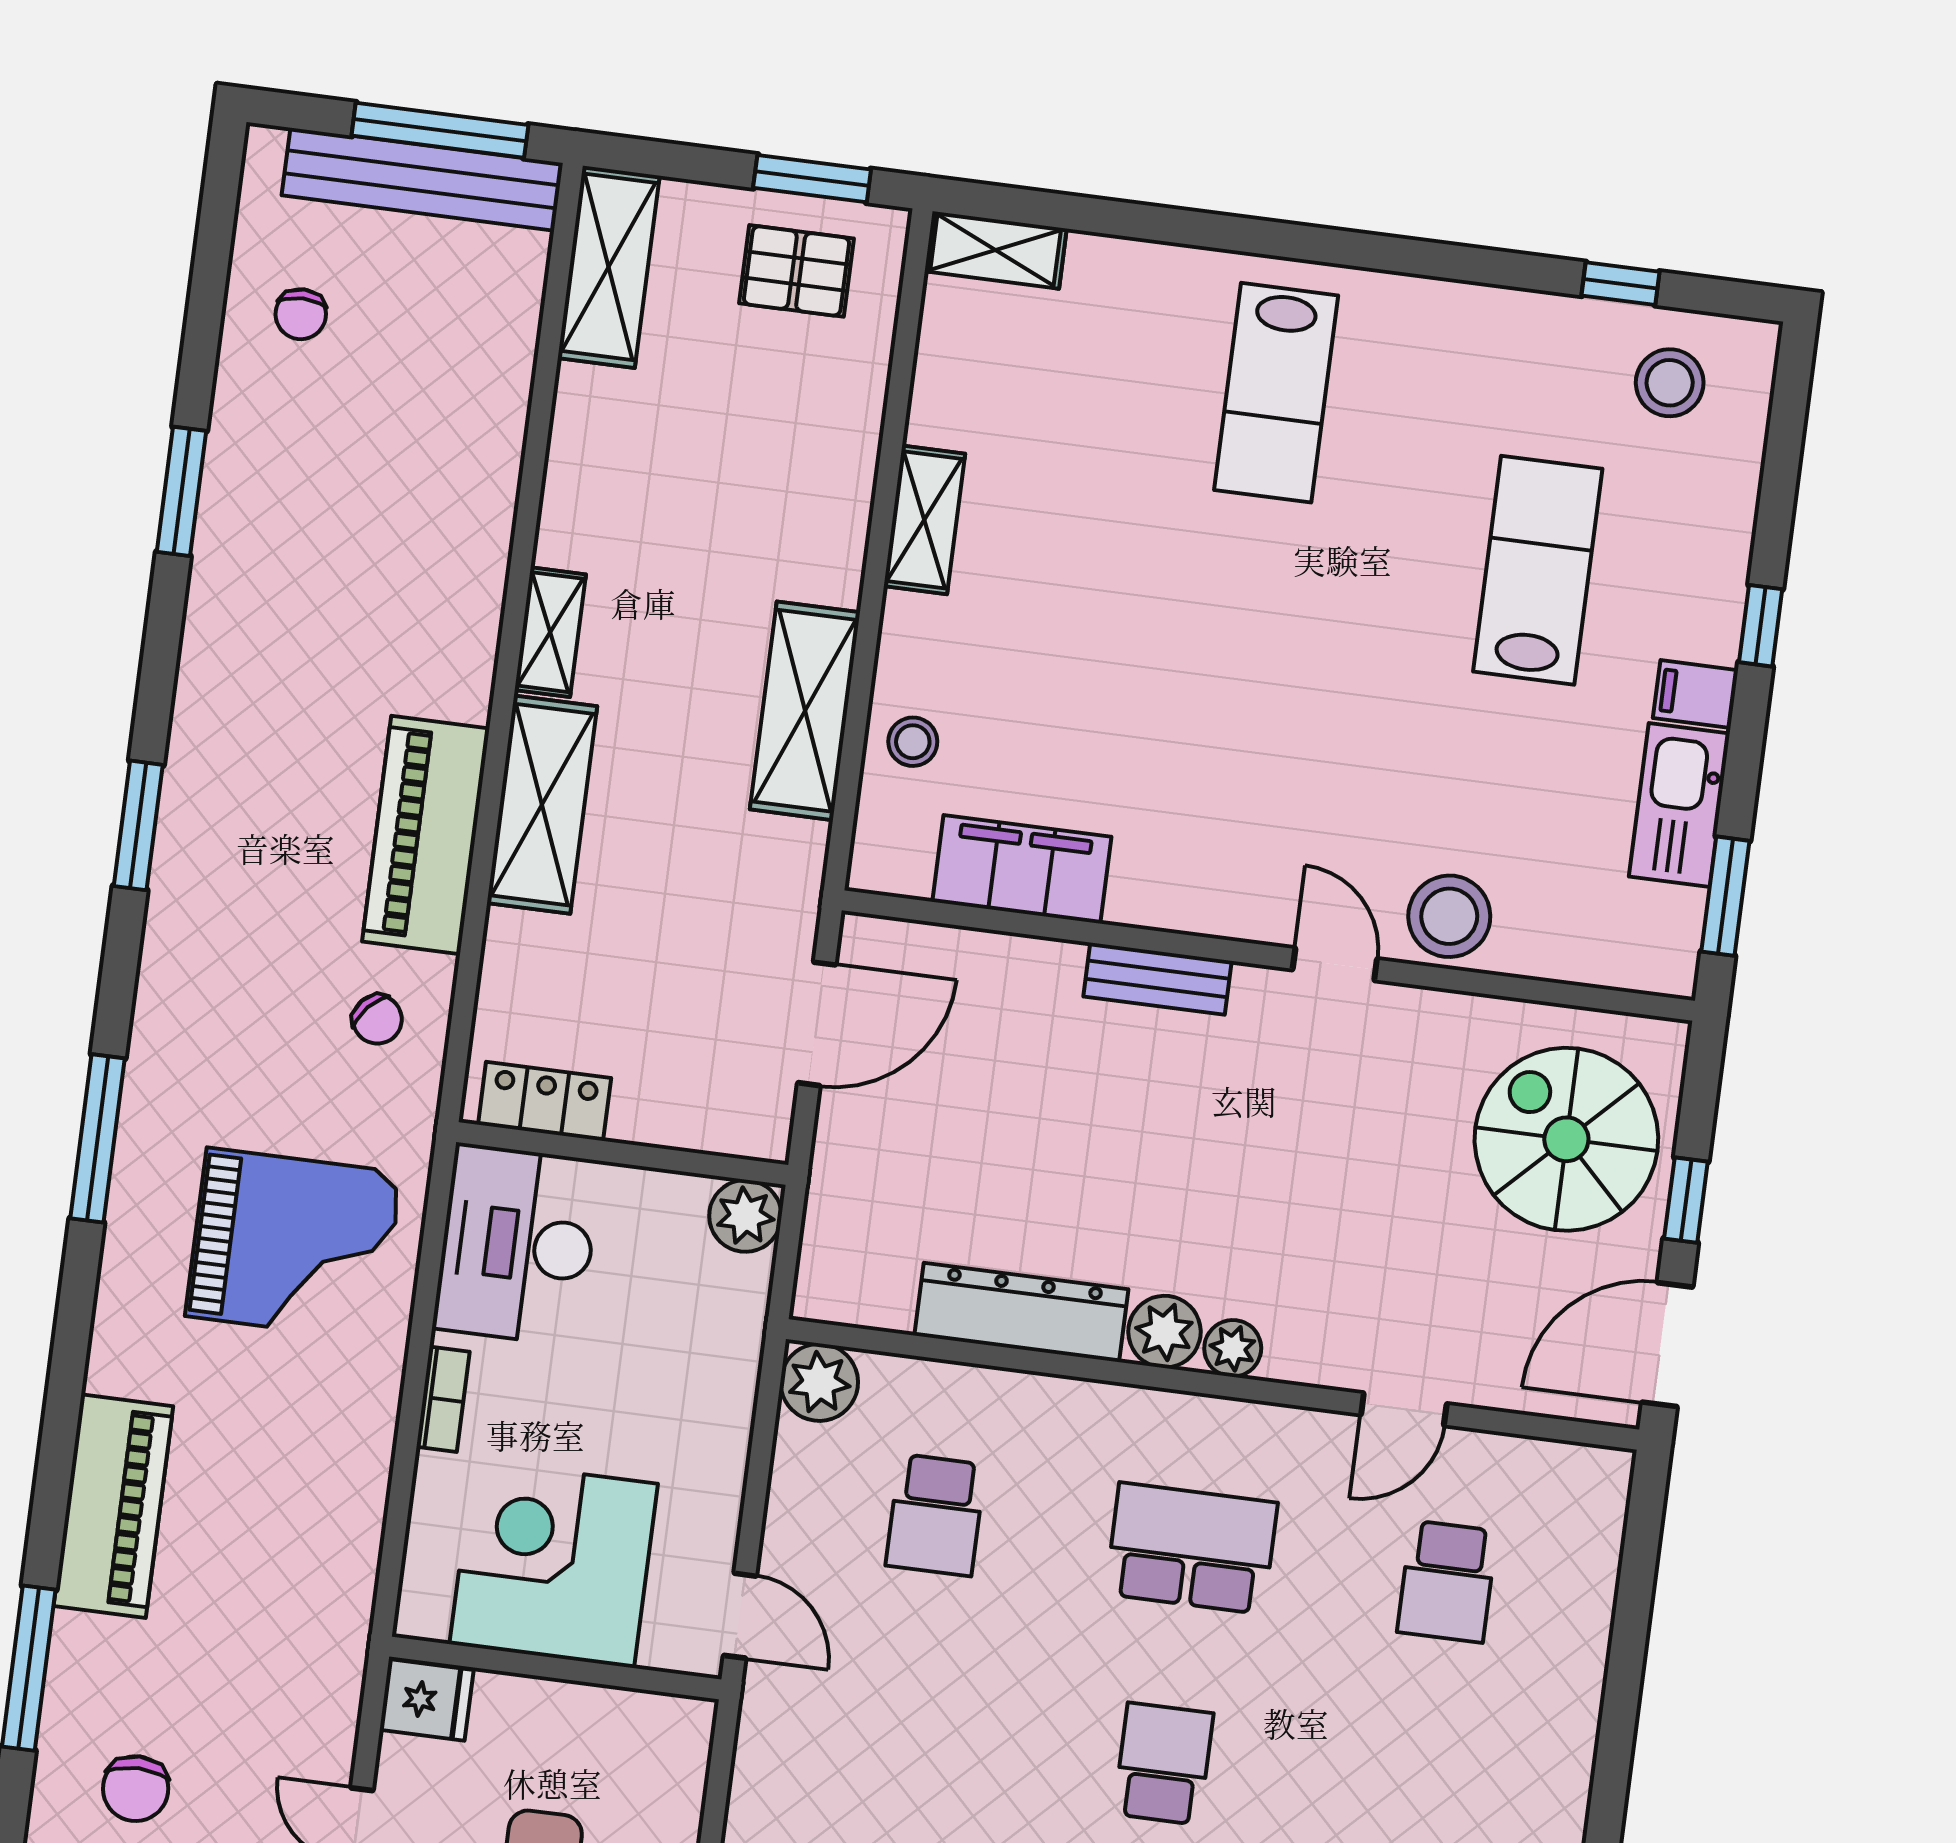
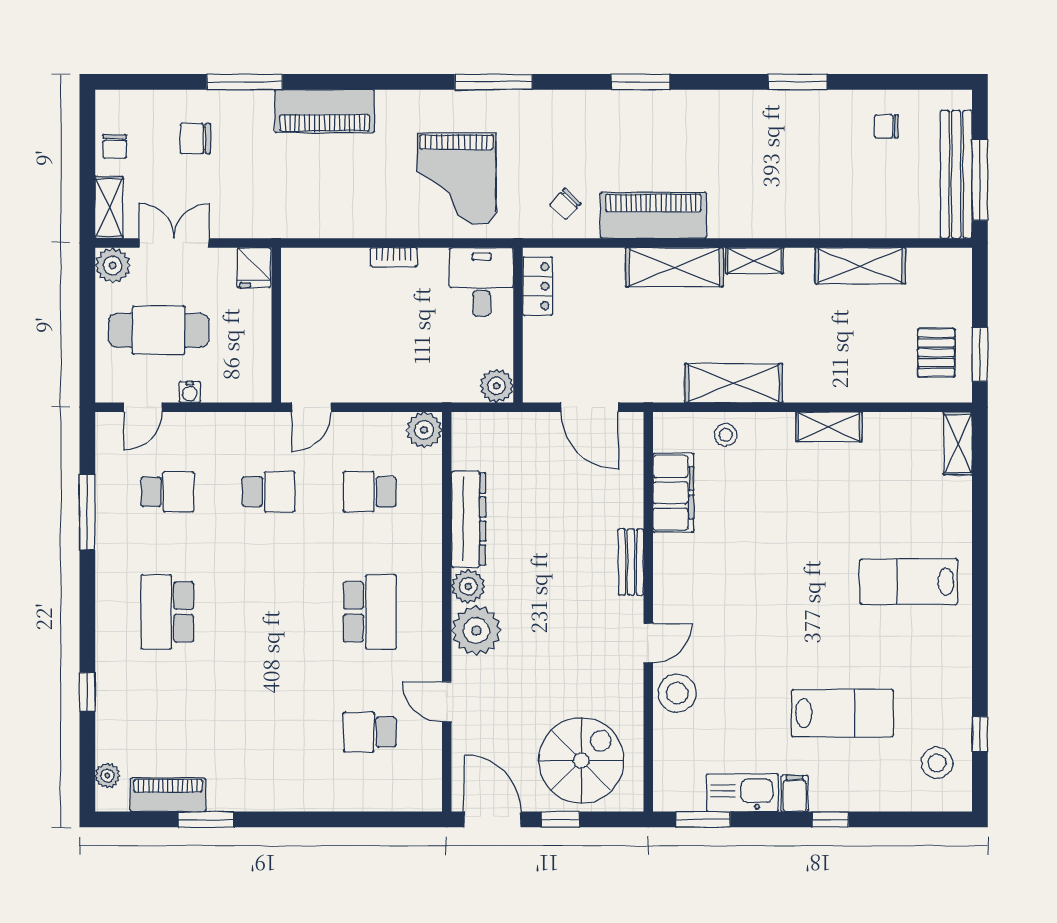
shelving: (609, 267) -> (860, 266), moved
desk: (517, 1245) -> (482, 282), width x0.73
plant: (1233, 1348) -> (476, 631), width x1.88, depth x1.88
corner desk: (554, 1564) -> (324, 318), removed
school desk: (1163, 1764) -> (269, 492), moved

